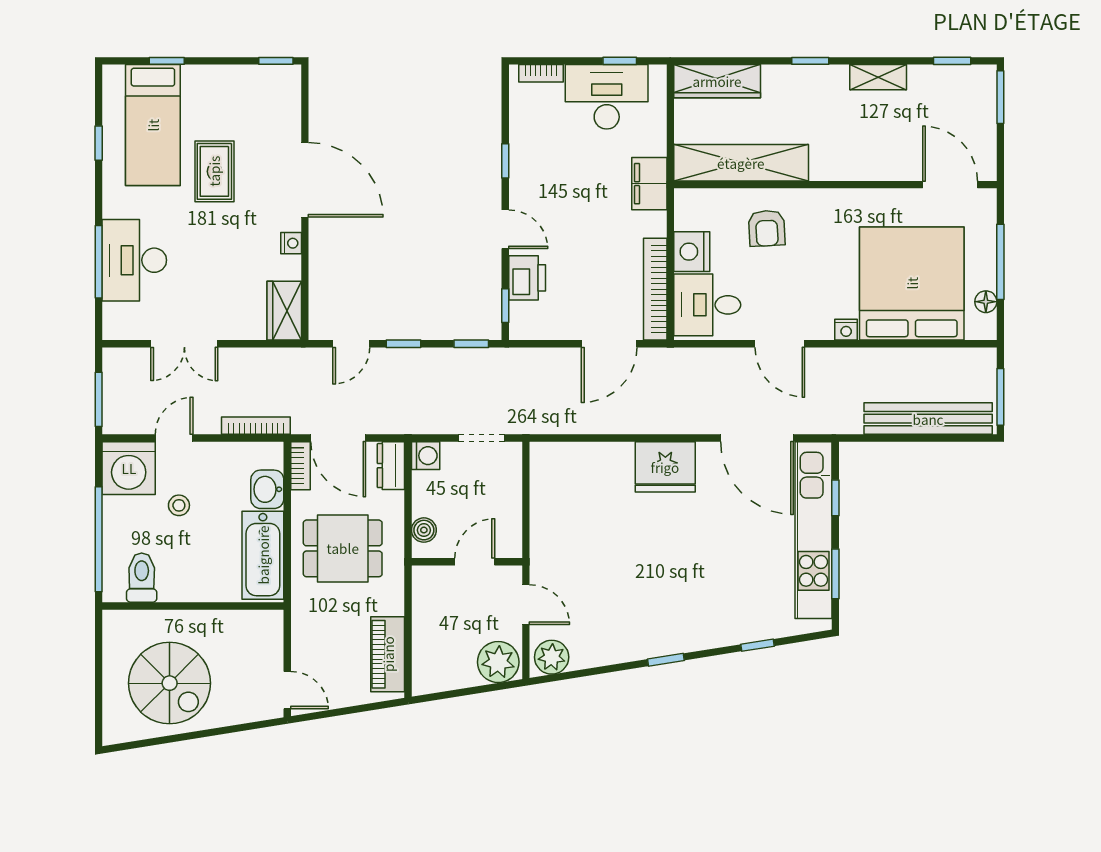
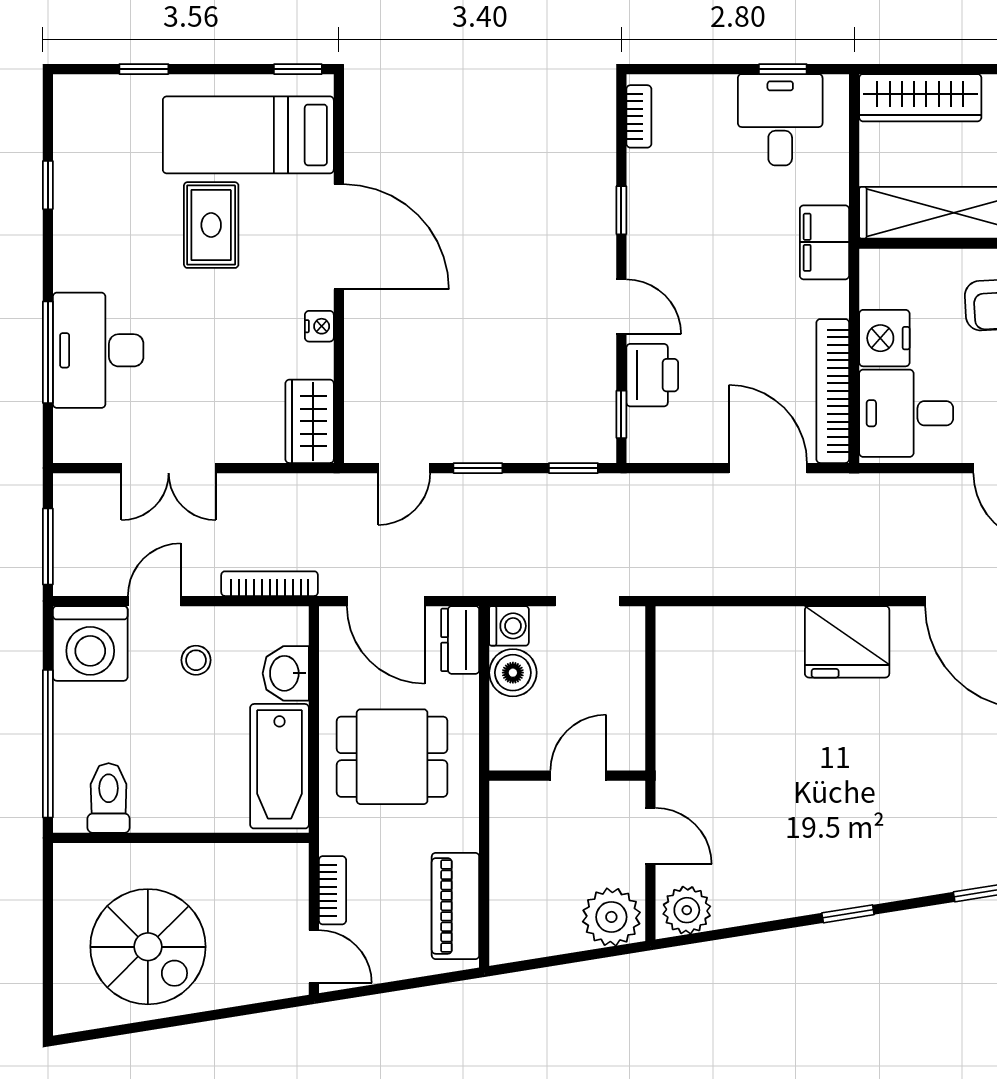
bookcase: (541, 73) -> (639, 116), moved, turned -90
desk: (607, 97) -> (780, 120), width x0.73
bed: (153, 125) -> (248, 135), moved, turned 90
door: (609, 344) -> (768, 468), swing flipped
bookcase: (300, 466) -> (332, 890), moved
stool: (179, 505) -> (196, 660), moved
boiler: (424, 530) -> (513, 673), moved, width x1.36, depth x1.36

